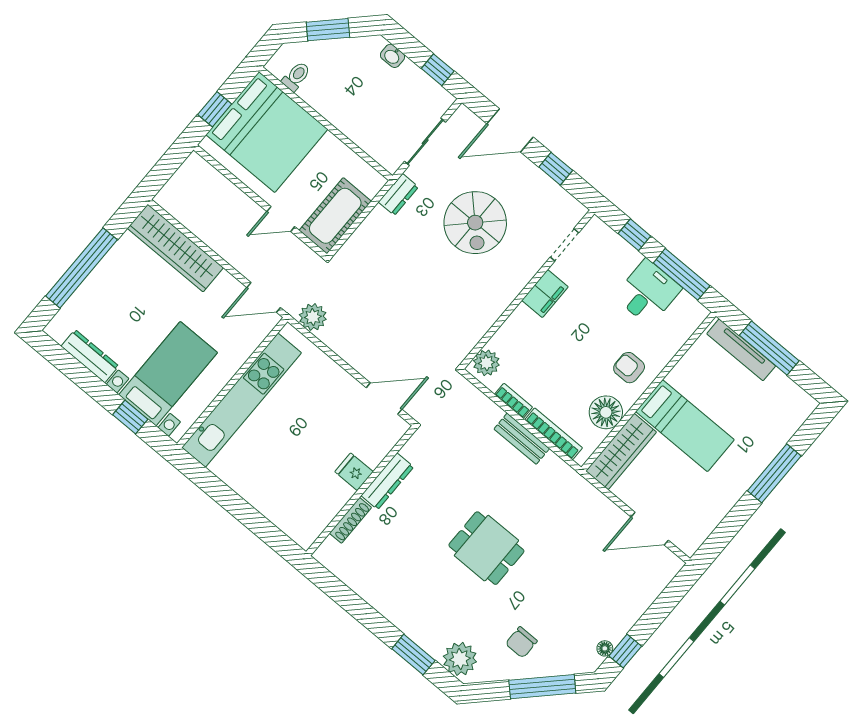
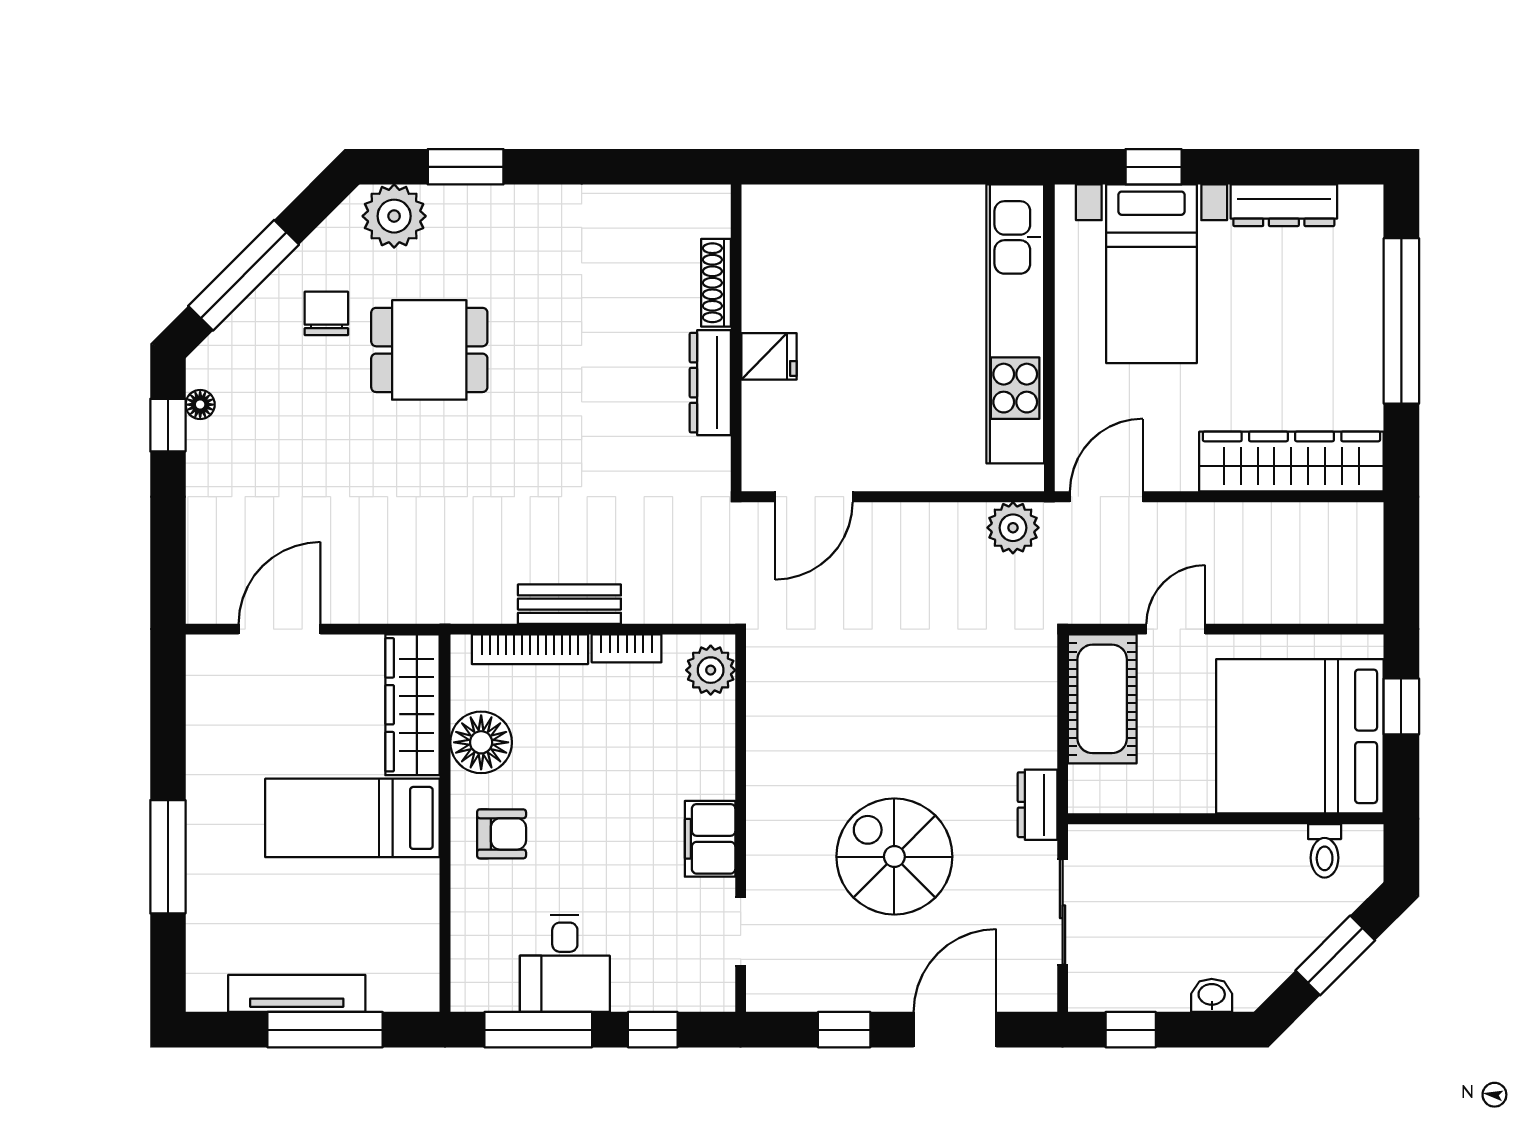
tv unit: (741, 350) -> (297, 993), moved
dining table: (486, 548) -> (429, 350), moved

